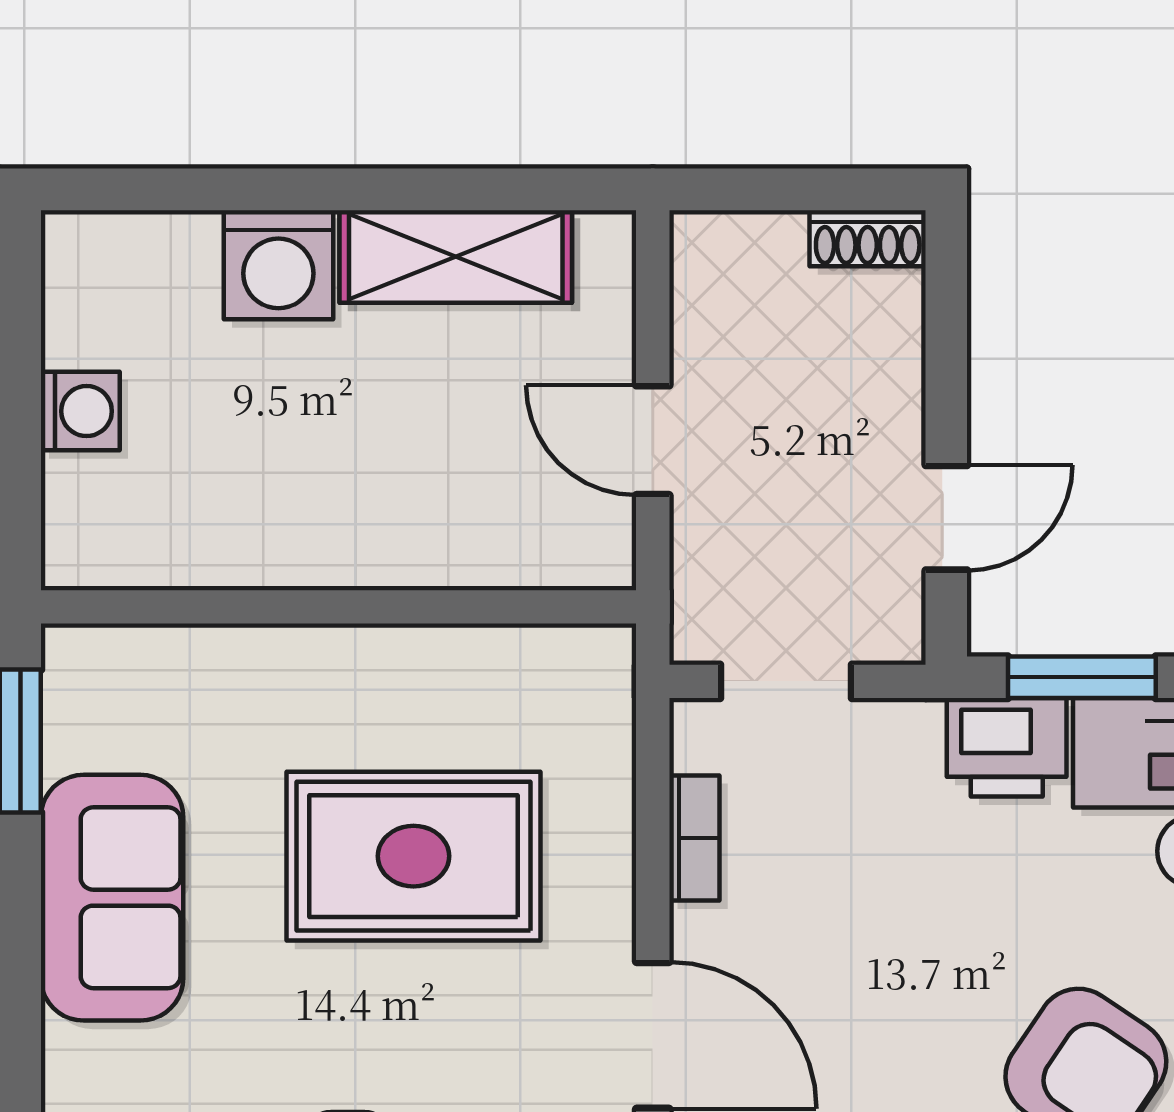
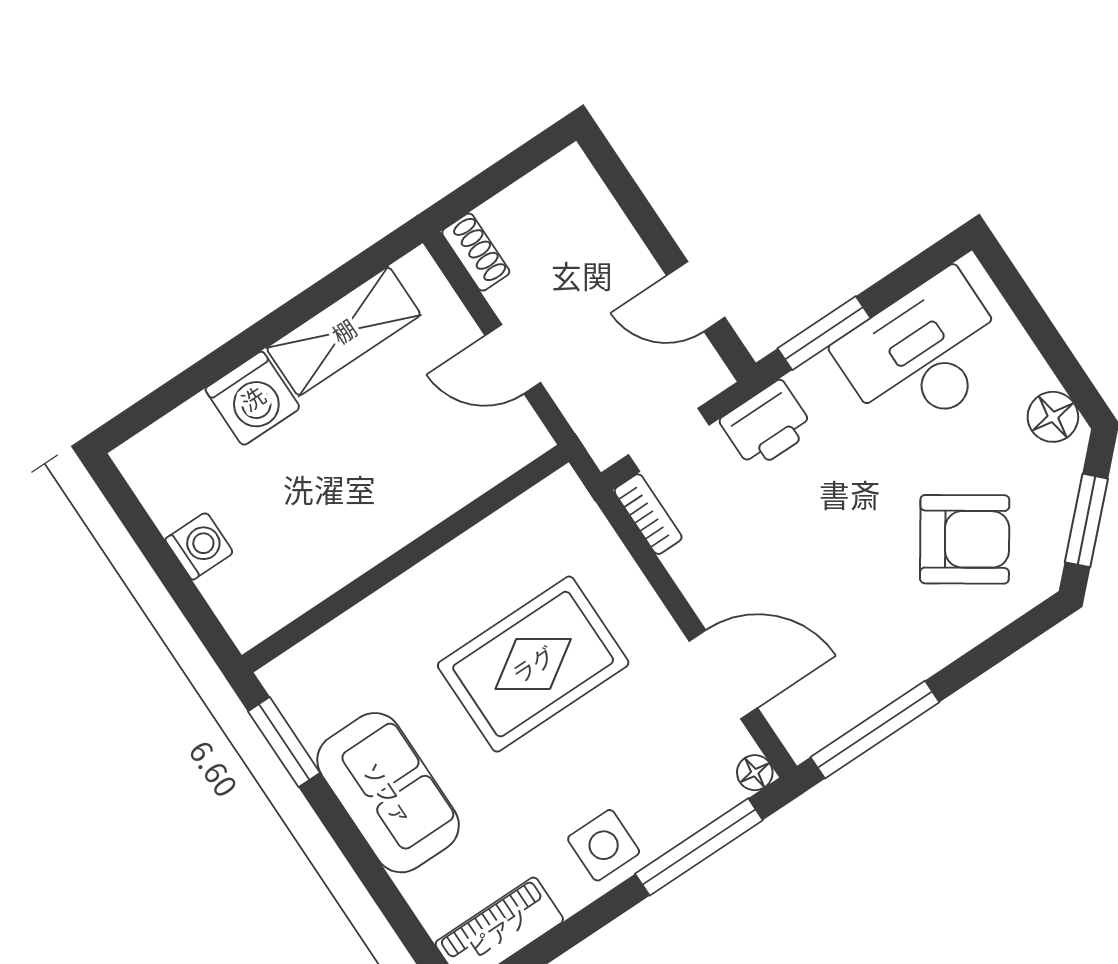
shoe rack: (868, 238) -> (476, 252), moved, turned -90
door: (946, 518) -> (696, 296), swing flipped
printer: (1007, 747) -> (767, 425), moved
bookcase: (694, 838) -> (648, 514), moved

